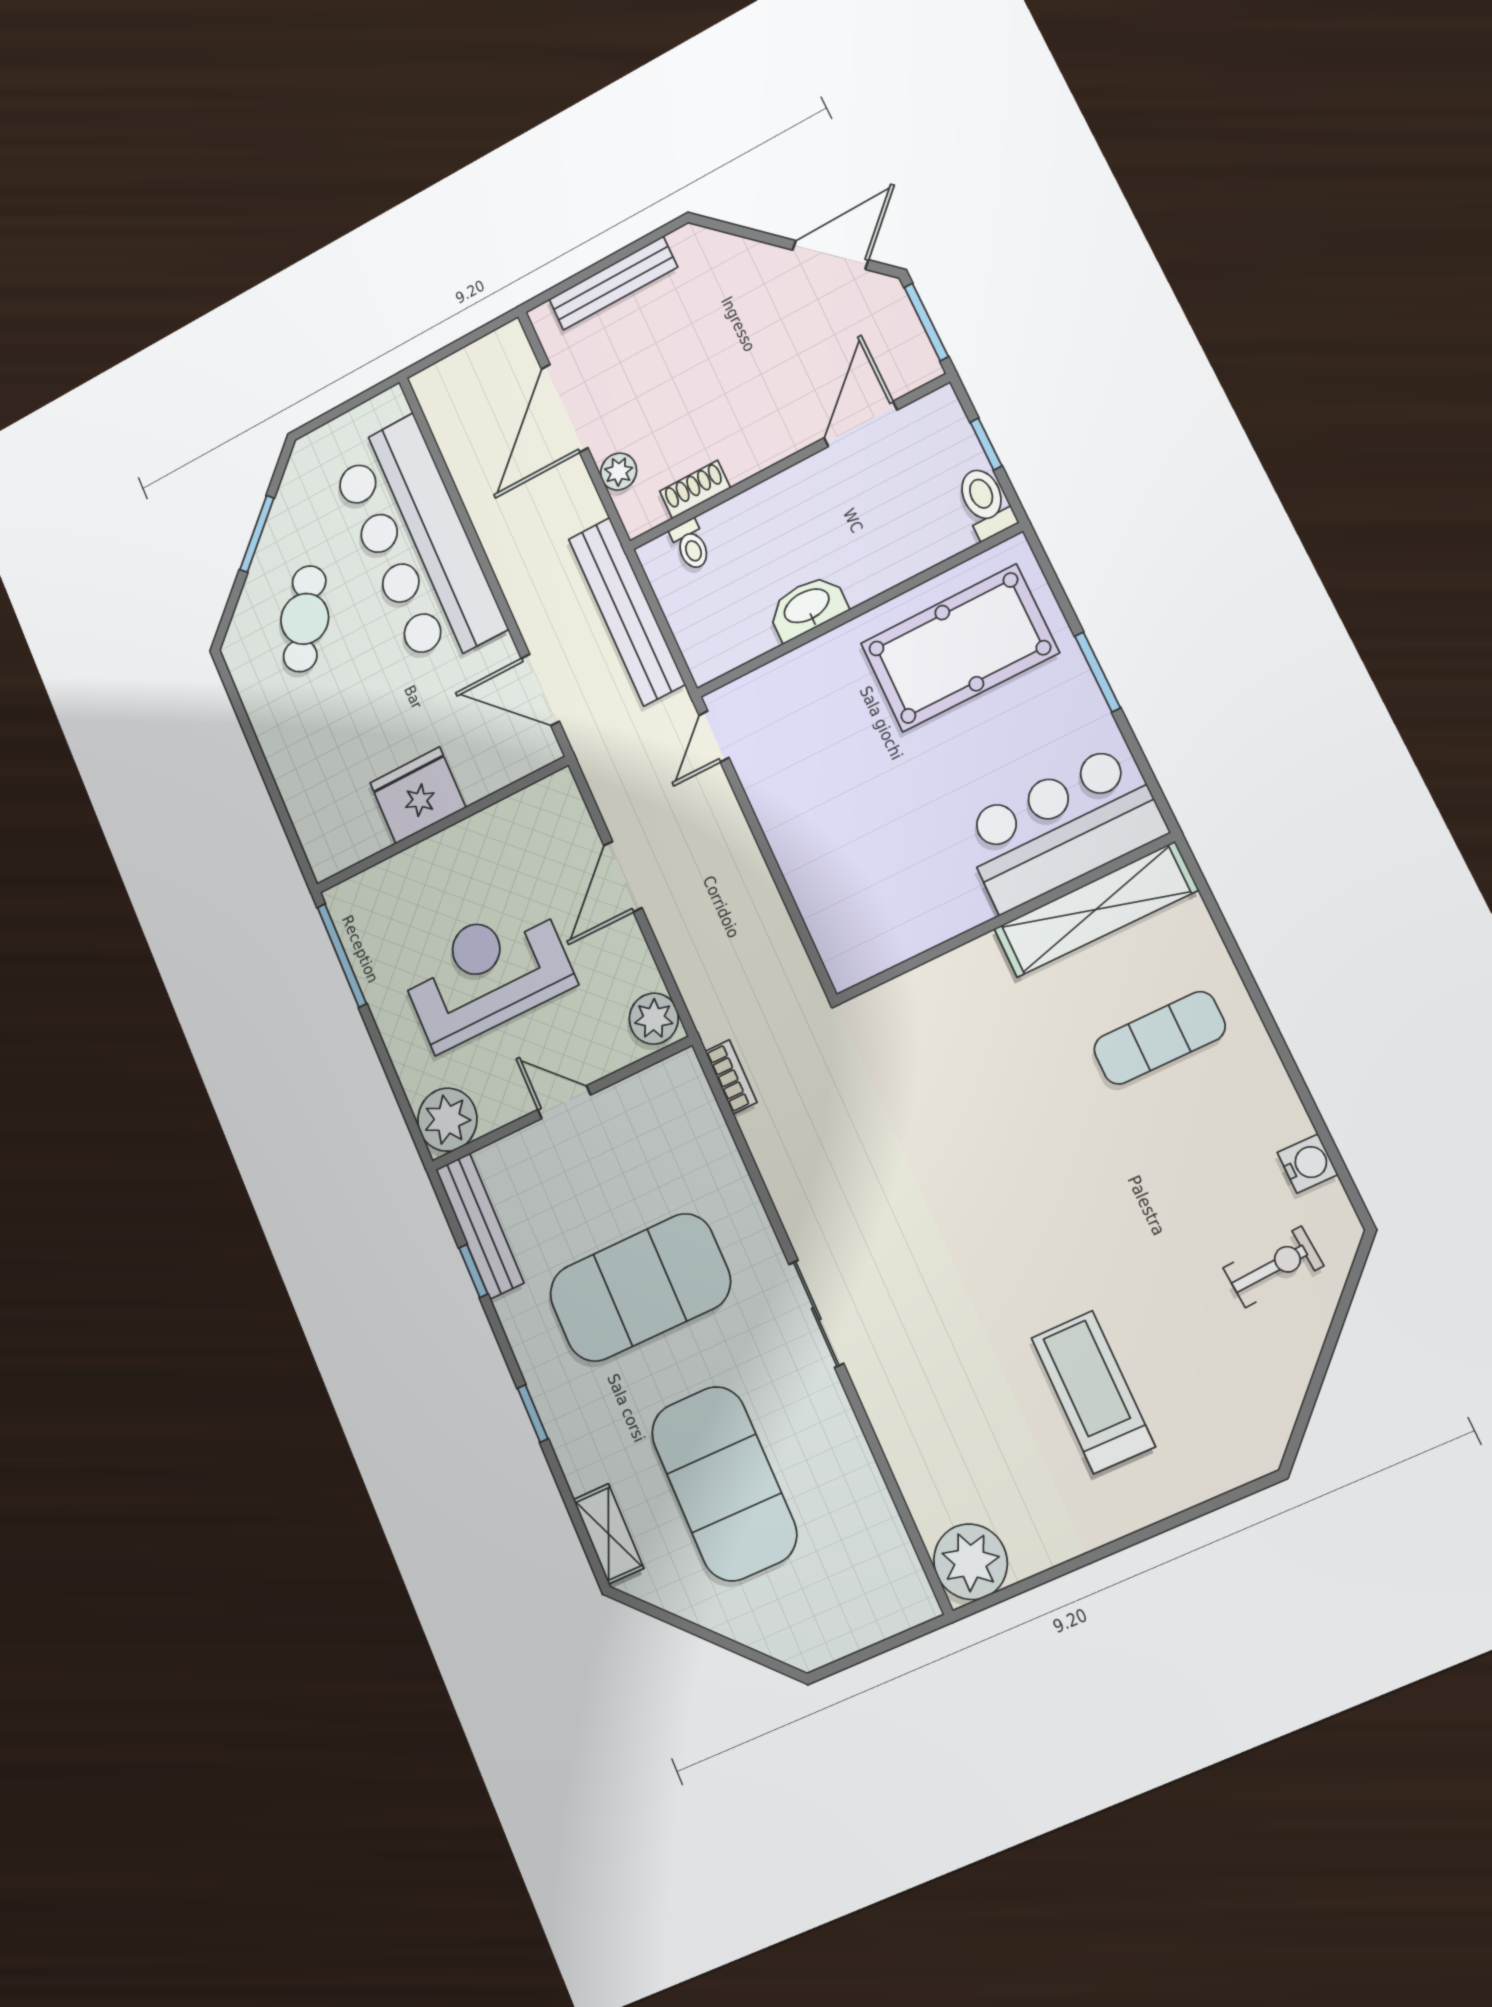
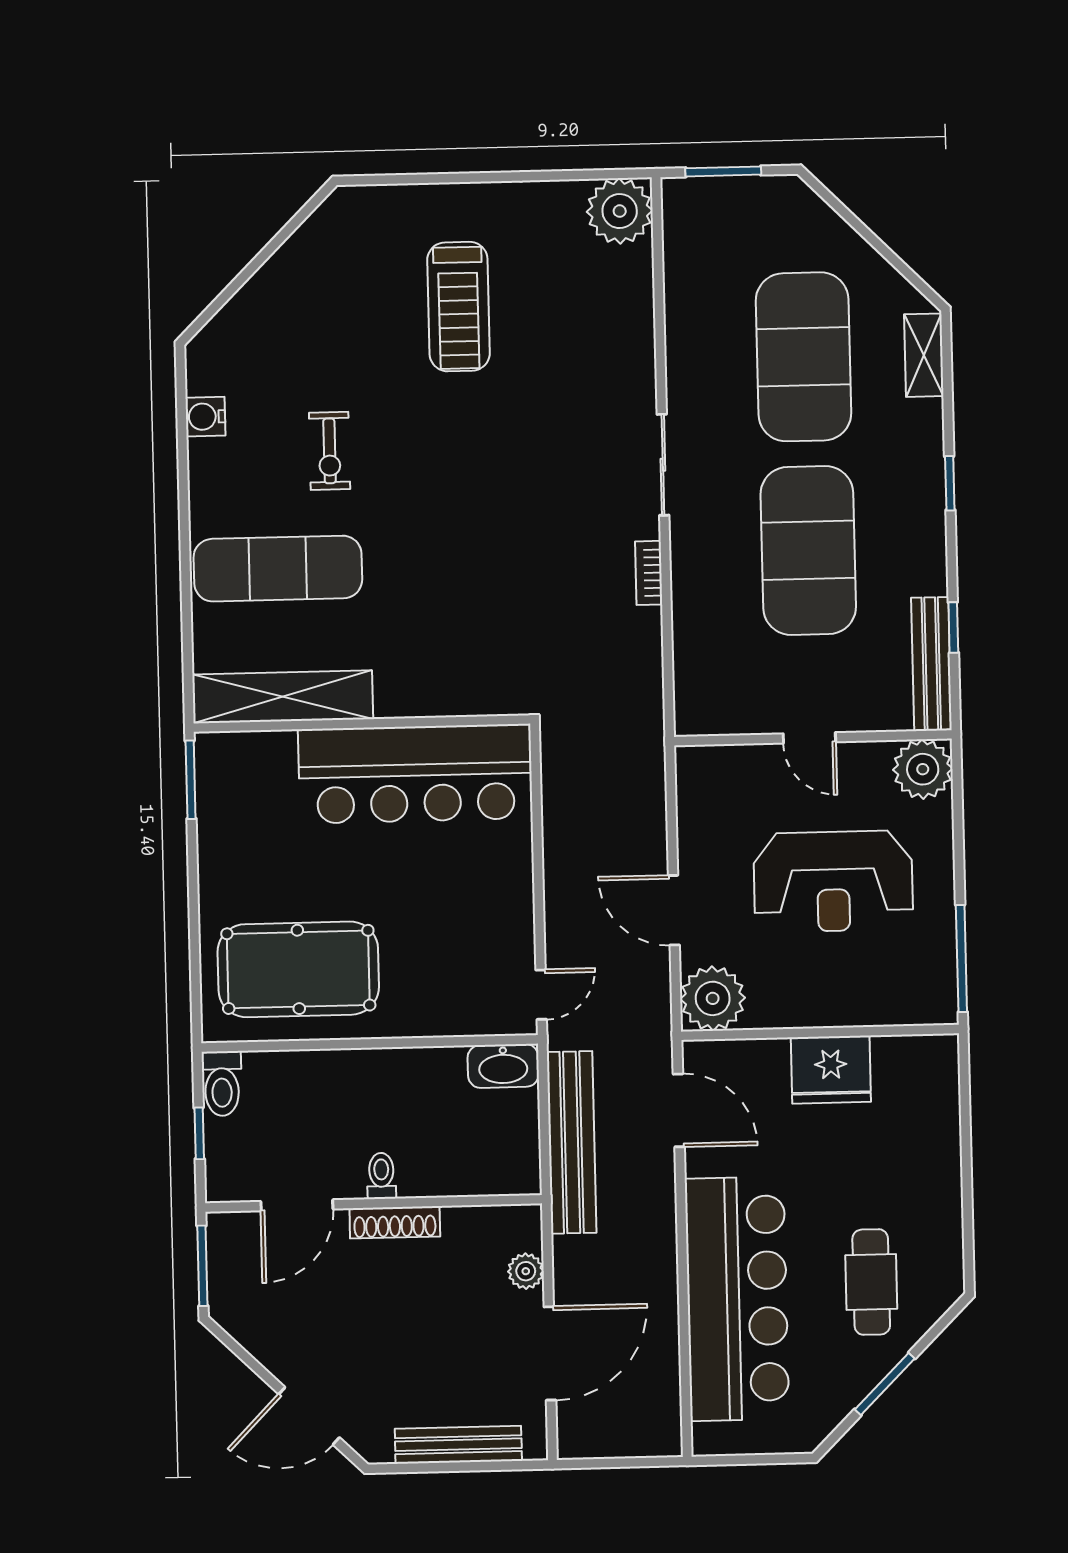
door: (830, 255) -> (309, 1416), moved
shoe rack: (695, 490) -> (395, 1222), moved, width x1.43
toilet: (691, 545) -> (381, 1176), moved
washbasin: (807, 607) -> (503, 1066), moved
cafe table: (305, 619) -> (871, 1282), turned -31
window: (1098, 672) -> (191, 780), moved
bar counter: (1062, 828) -> (415, 774), moved, width x1.36
door: (623, 877) -> (674, 910), swing flipped
plant: (654, 1019) -> (713, 998), moved, width x1.36, depth x1.36
exercise mat: (1159, 1038) -> (278, 569), width x1.36, depth x1.45
bookcase: (731, 1077) -> (649, 573), moved
exercise bike: (1273, 1267) -> (330, 451), moved, turned -86
exercise mat: (640, 1288) -> (808, 550), turned 90
window: (883, 1647) -> (723, 171), added

